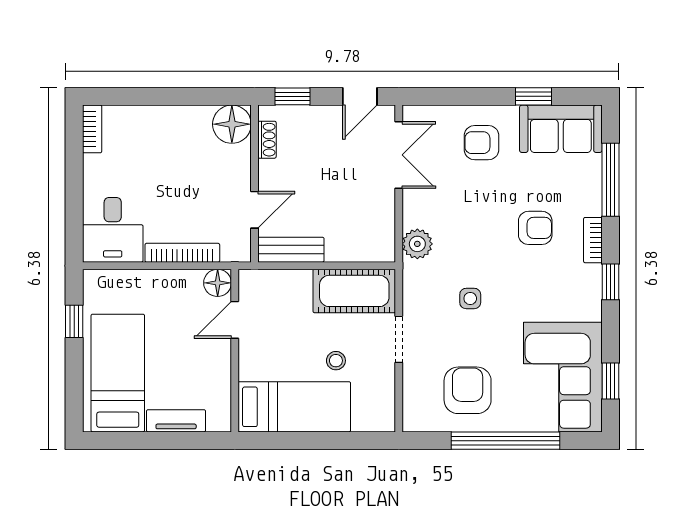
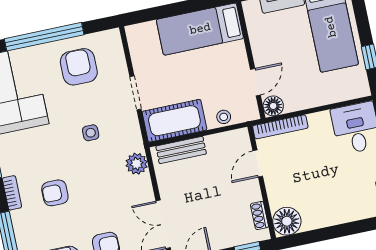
bench: (291, 250) -> (181, 150), moved
bookcase: (182, 253) -> (280, 127), moved
stool: (336, 361) -> (224, 117), moved
armchair: (468, 390) -> (79, 67), turned 180

